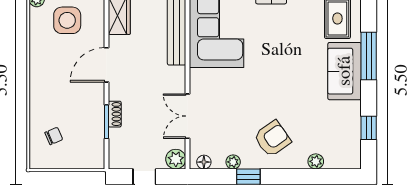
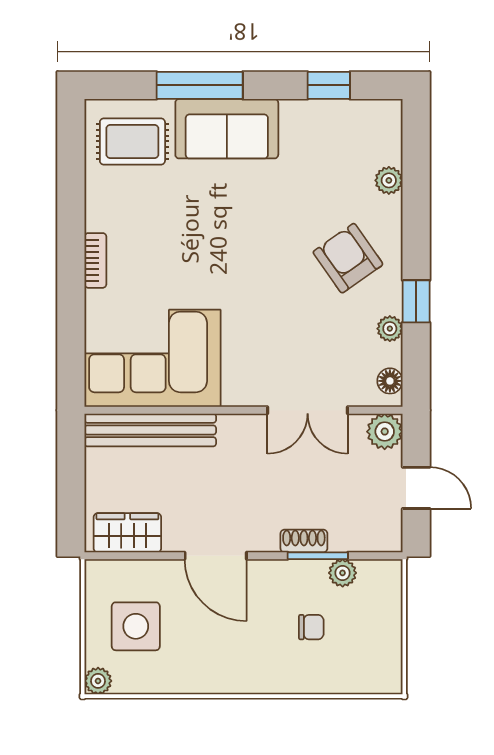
chair: (54, 136) -> (311, 627), moved, turned 113
plant: (97, 136) -> (343, 573), added

